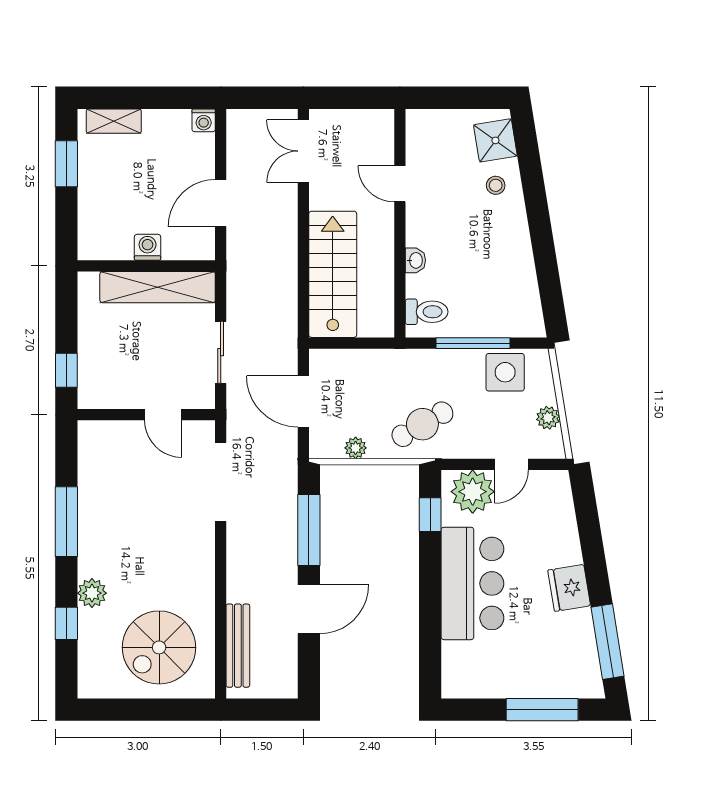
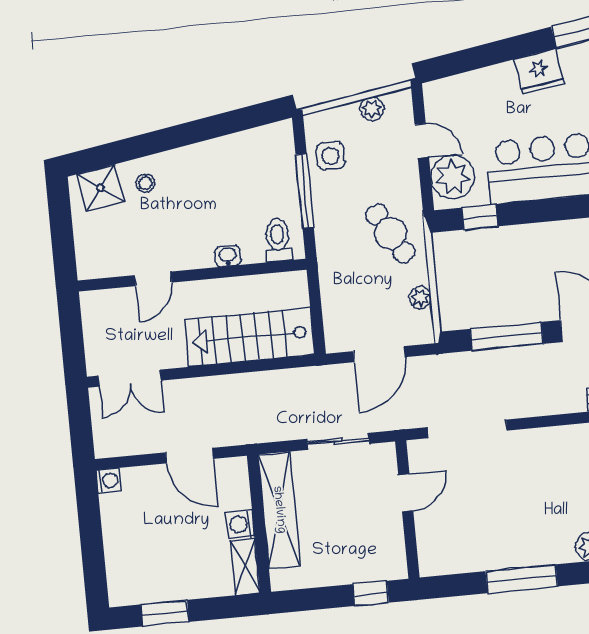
shelving: (114, 121) -> (245, 567), moved
side table: (505, 372) -> (331, 156), width x0.73, depth x0.73

